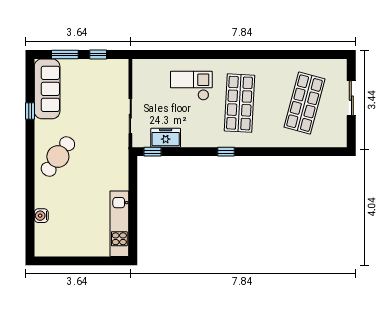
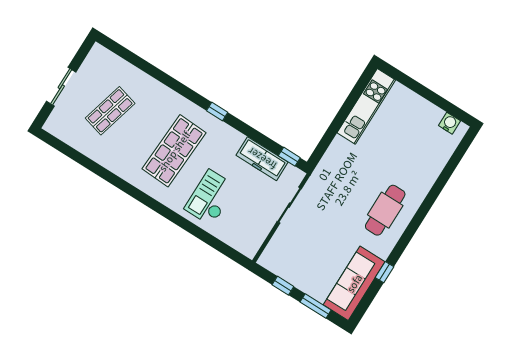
checkout: (191, 86) -> (210, 198), turned 90
shop shelf: (305, 103) -> (110, 111), width x0.70, depth x0.74
freezer: (166, 138) -> (262, 159), width x1.40
cafe table: (58, 157) -> (385, 210), turned -36
water cooler: (41, 216) -> (449, 123), moved, turned -90

